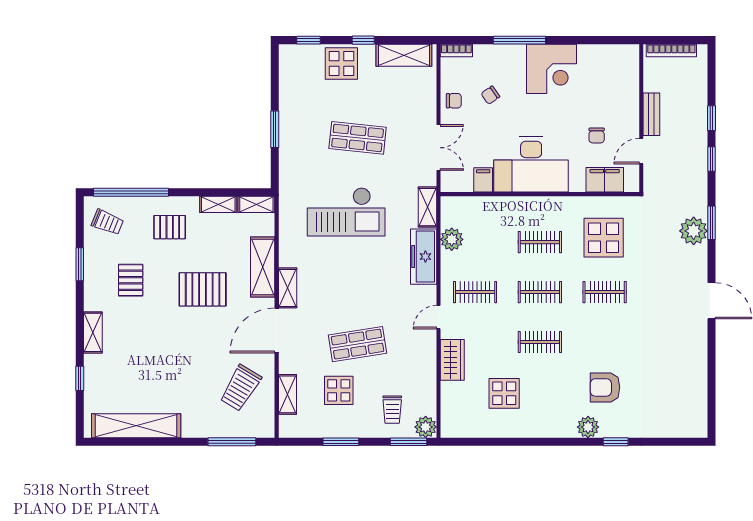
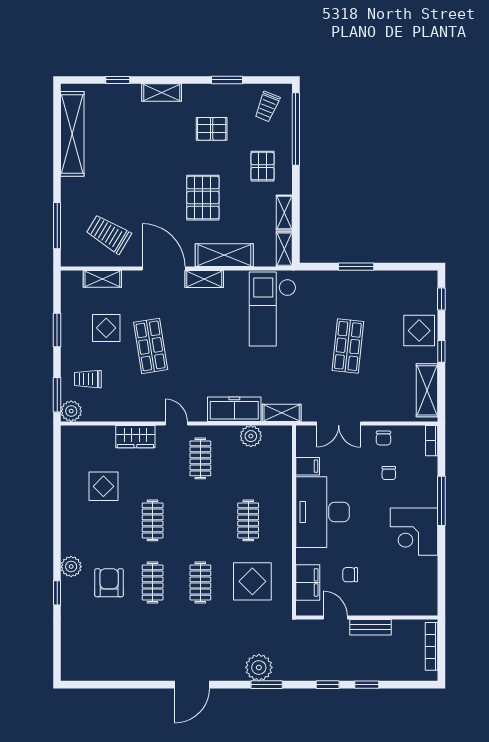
chair: (490, 95) -> (389, 473), turned -145
checkout: (346, 212) -> (273, 309), moved
clothes rail: (540, 292) -> (153, 582), moved

